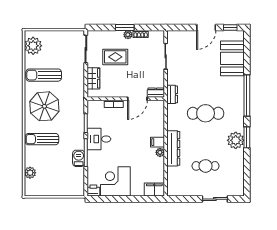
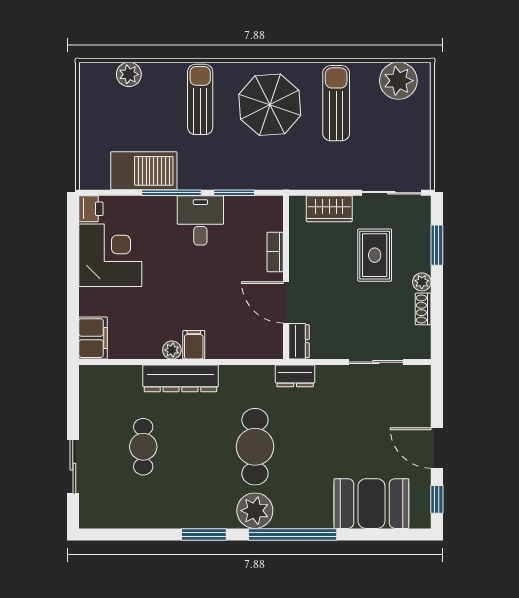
window: (125, 28) -> (437, 245), moved
plant: (236, 140) -> (255, 511), moved
barbecue: (79, 158) -> (144, 171), width x1.88, depth x1.53

